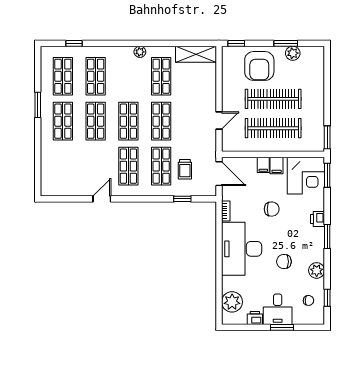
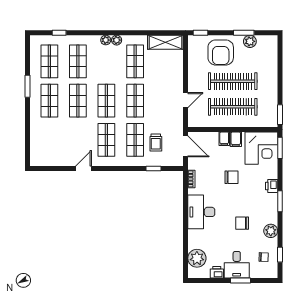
plant: (127, 52) -> (106, 40), added
desk: (242, 249) -> (201, 212), width x0.73, depth x0.77

